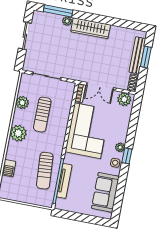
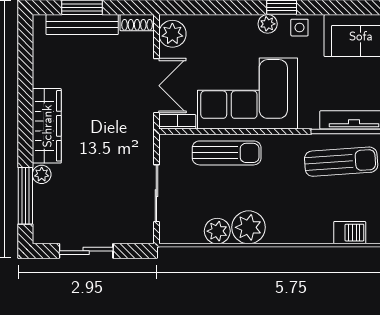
sun lounger: (42, 115) -> (227, 153), moved
plant: (18, 133) -> (249, 227), moved

